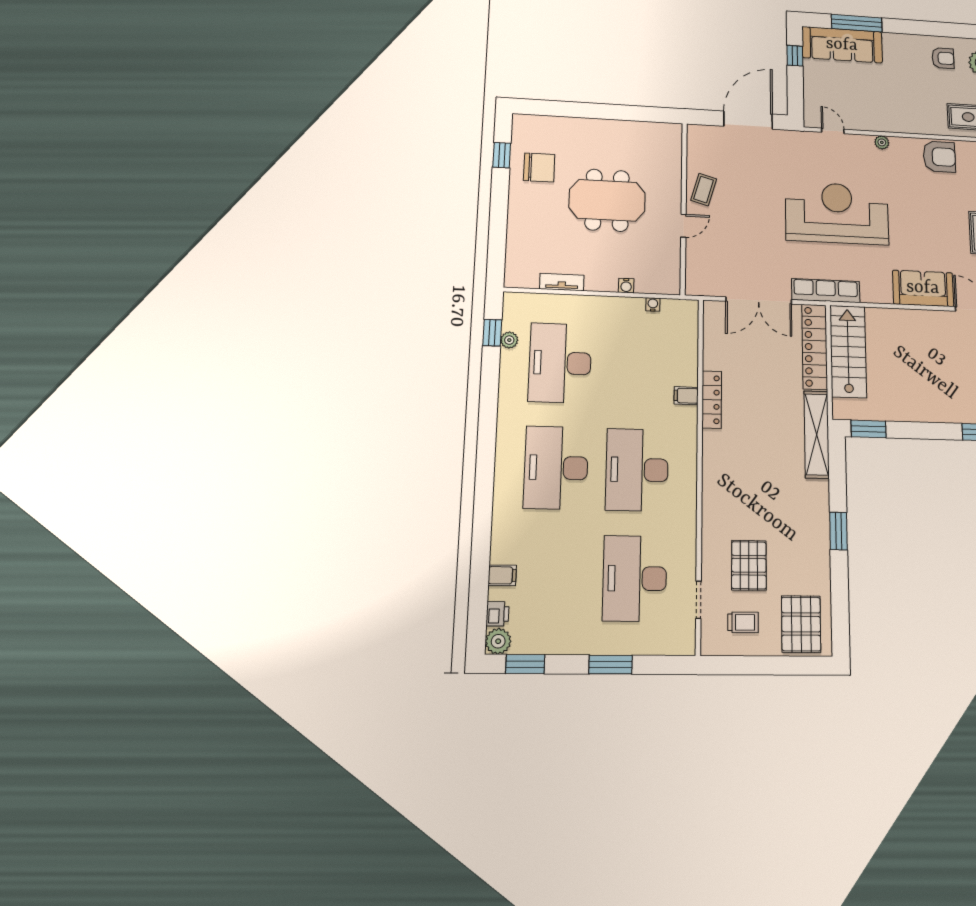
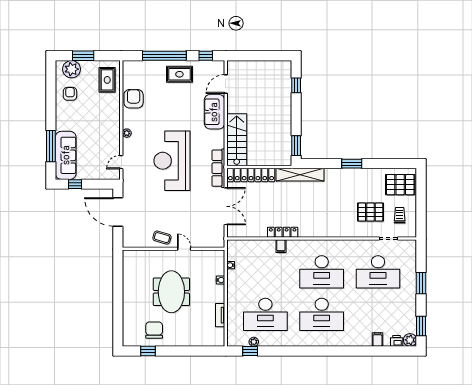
stairs: (848, 351) -> (237, 140), moved, turned 90

